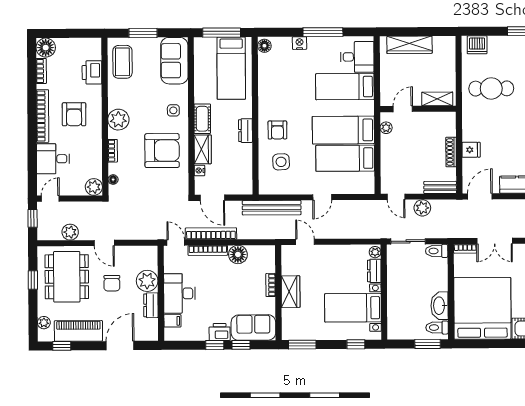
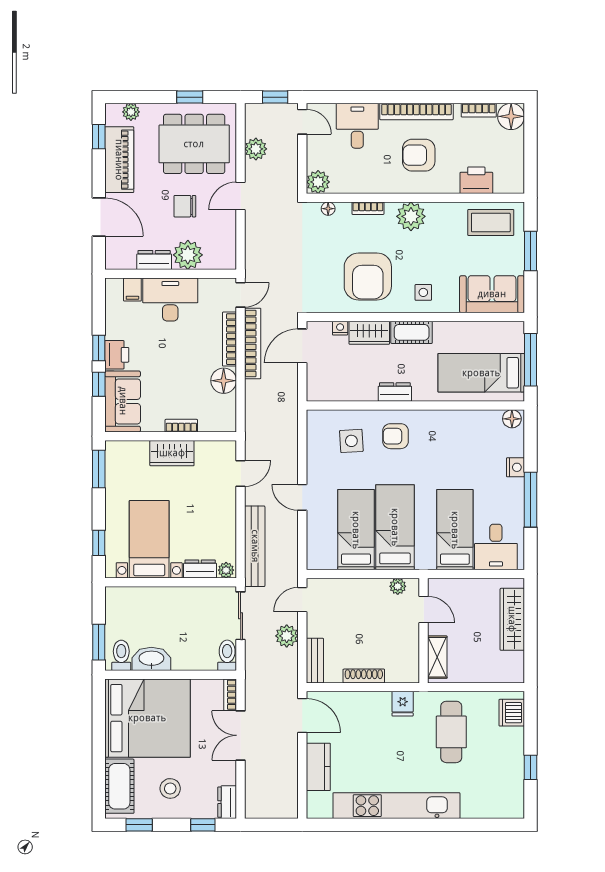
fridge: (471, 150) -> (403, 704), moved
bench: (272, 208) -> (255, 546), moved

